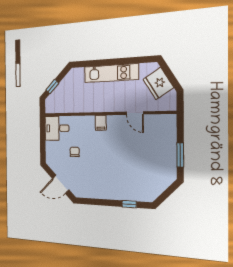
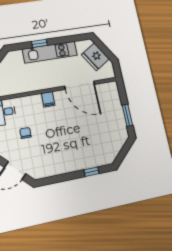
window: (102, 63) -> (39, 43), added
door: (135, 113) -> (80, 85), width x1.87

